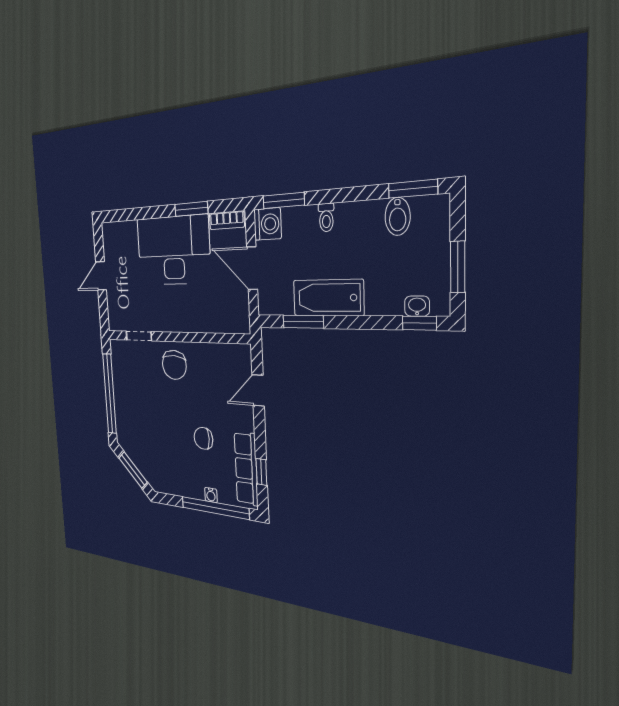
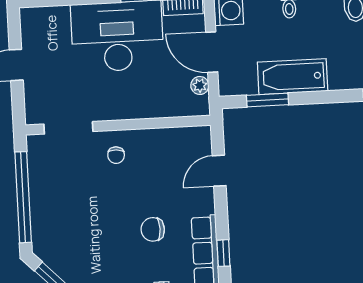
plant: (242, 303) -> (200, 85), added
doorway: (139, 336) -> (68, 128), width x1.38
chair: (174, 365) -> (116, 155), width x0.54, depth x0.54

